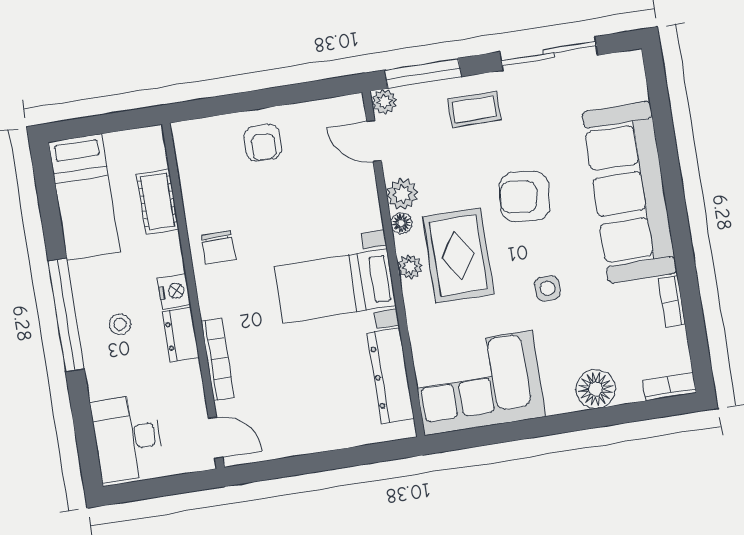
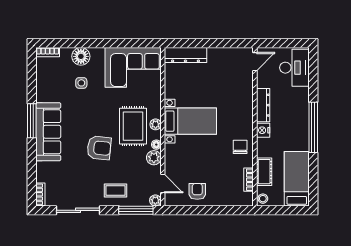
armchair: (263, 143) -> (197, 191), moved
sofa: (630, 192) -> (48, 132), width x0.74, depth x0.79
window: (680, 232) -> (32, 121), added
side table: (548, 288) -> (81, 83), moved
bookcase: (672, 302) -> (40, 194), moved
stool: (120, 324) -> (263, 199), moved
dresser: (181, 335) -> (263, 105), width x1.44
bookcase: (217, 359) -> (248, 180), moved, width x0.64
dresser: (391, 376) -> (185, 55), moved, turned 90
door: (216, 438) -> (255, 62), swing flipped

